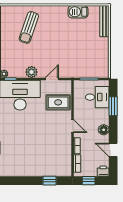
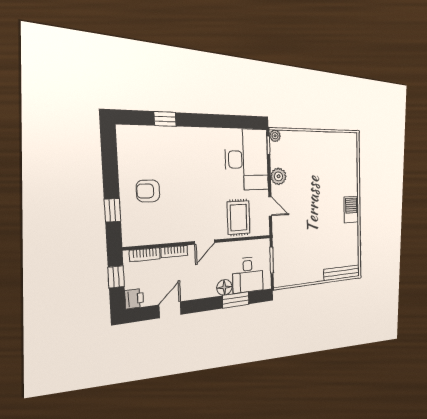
barbecue: (78, 12) -> (351, 210), moved
sun lounger: (29, 27) -> (333, 172), removed
floor lamp: (104, 130) -> (224, 287), moved
armchair: (39, 160) -> (148, 191), added

